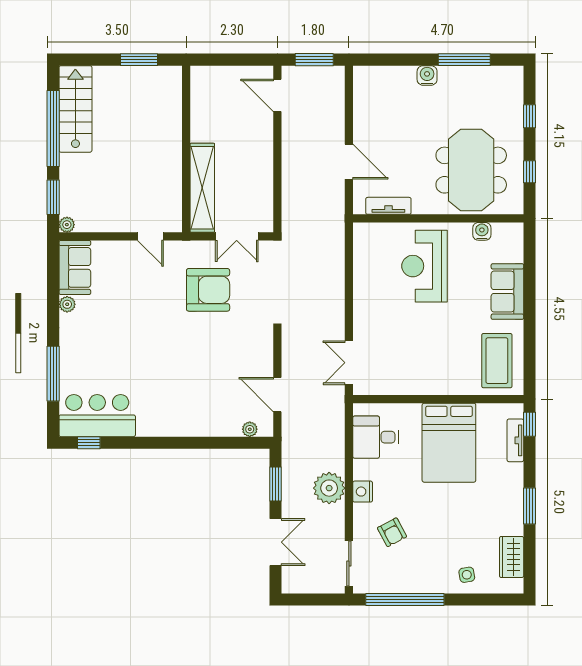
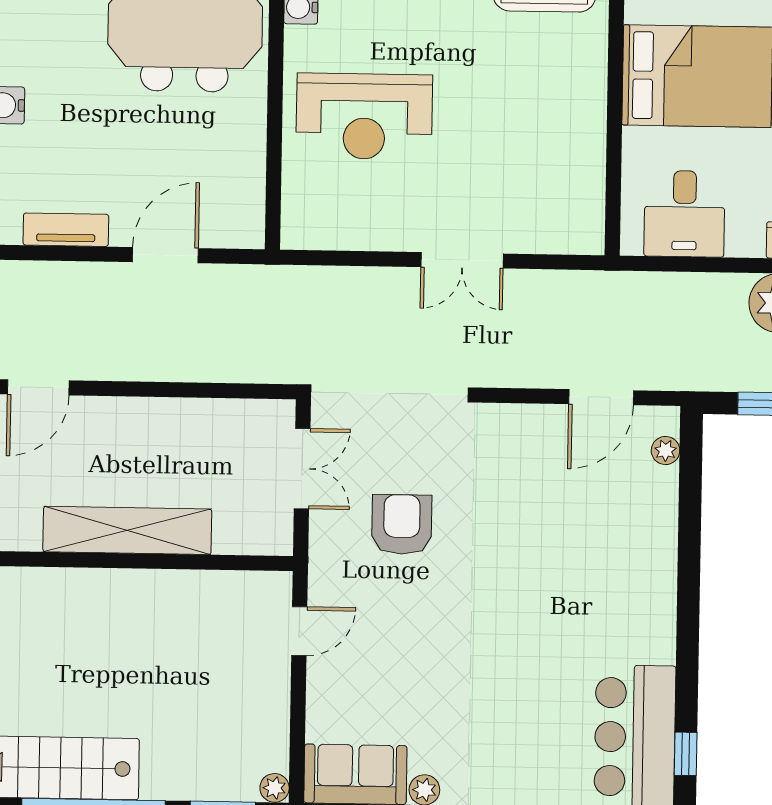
shelving: (202, 188) -> (127, 530), moved
tv unit: (388, 206) -> (66, 230), moved, turned 90
armchair: (208, 290) -> (402, 524), width x0.73, depth x0.73
double door: (349, 363) -> (462, 260), moved

